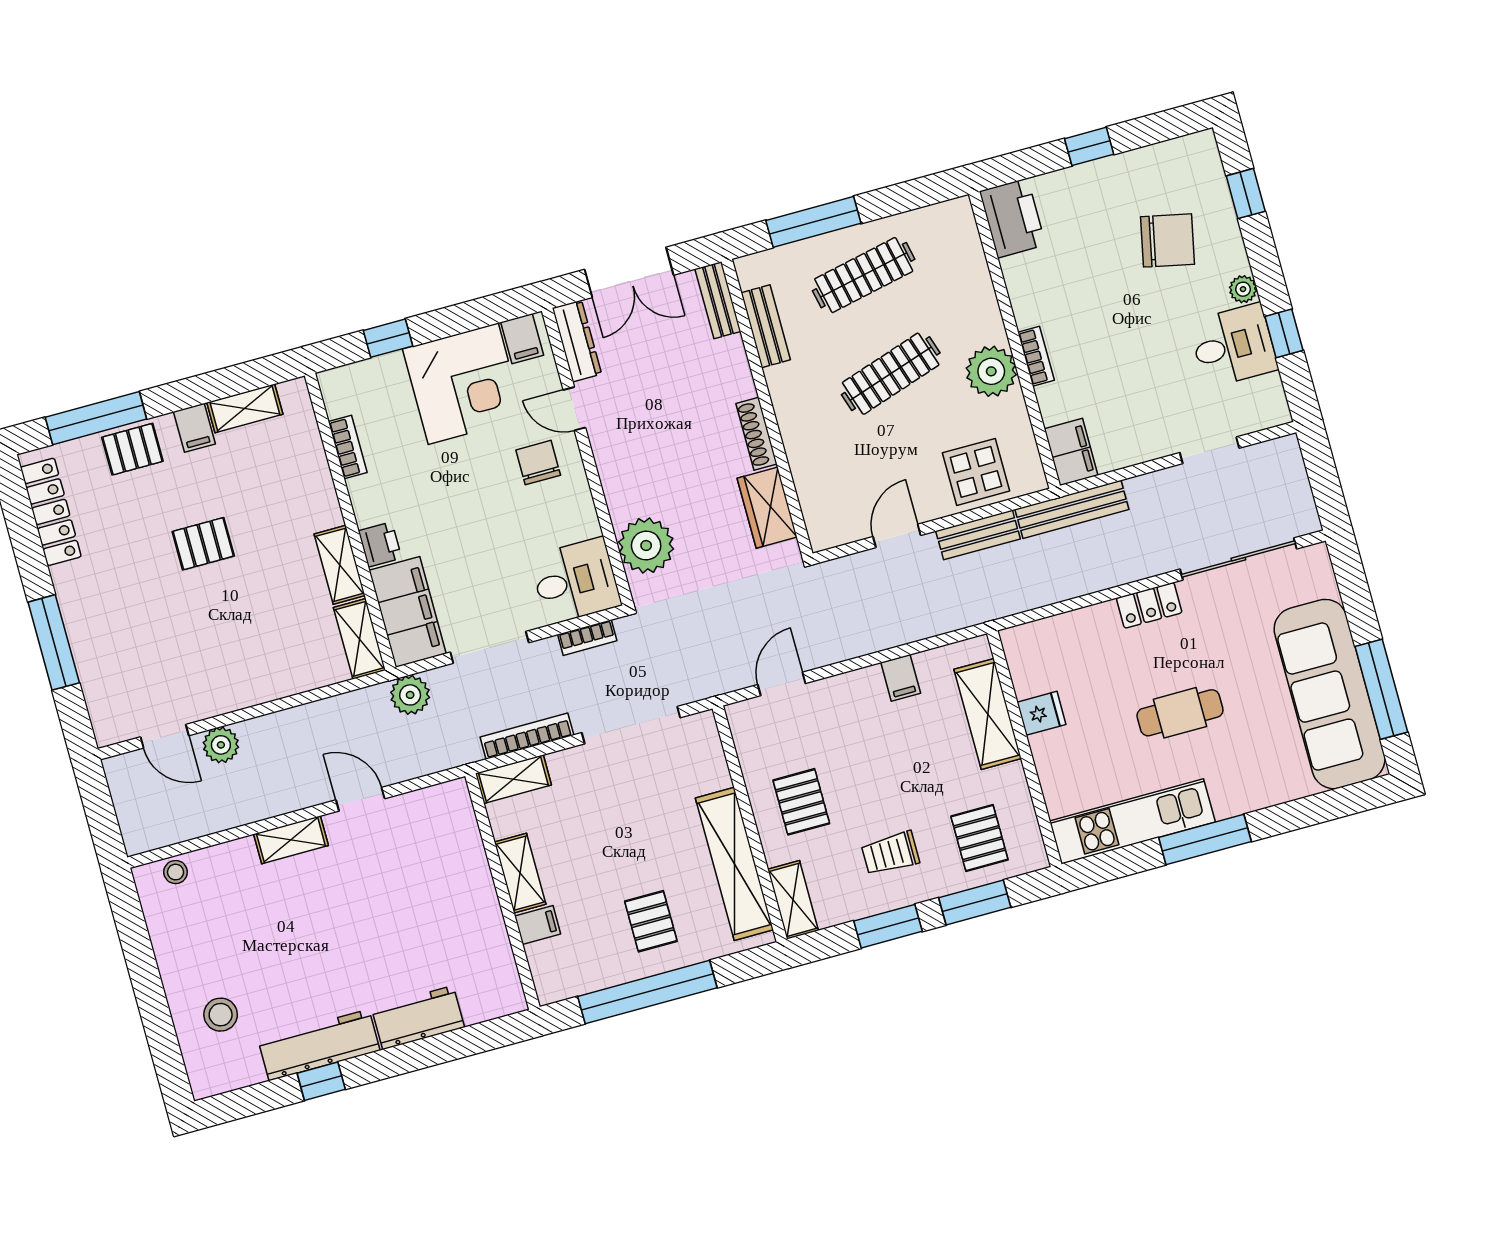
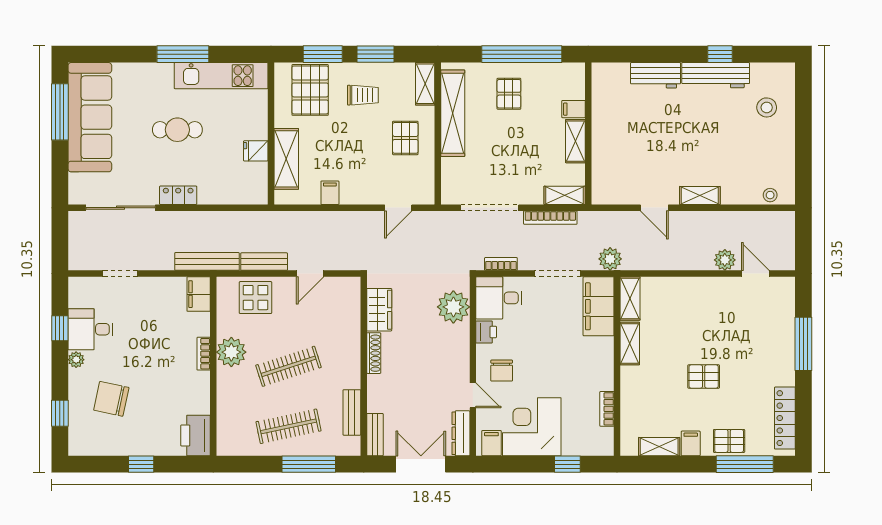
printer: (380, 544) -> (486, 332), moved, turned 180
pallet: (979, 838) -> (310, 90), width x1.50, depth x1.42

